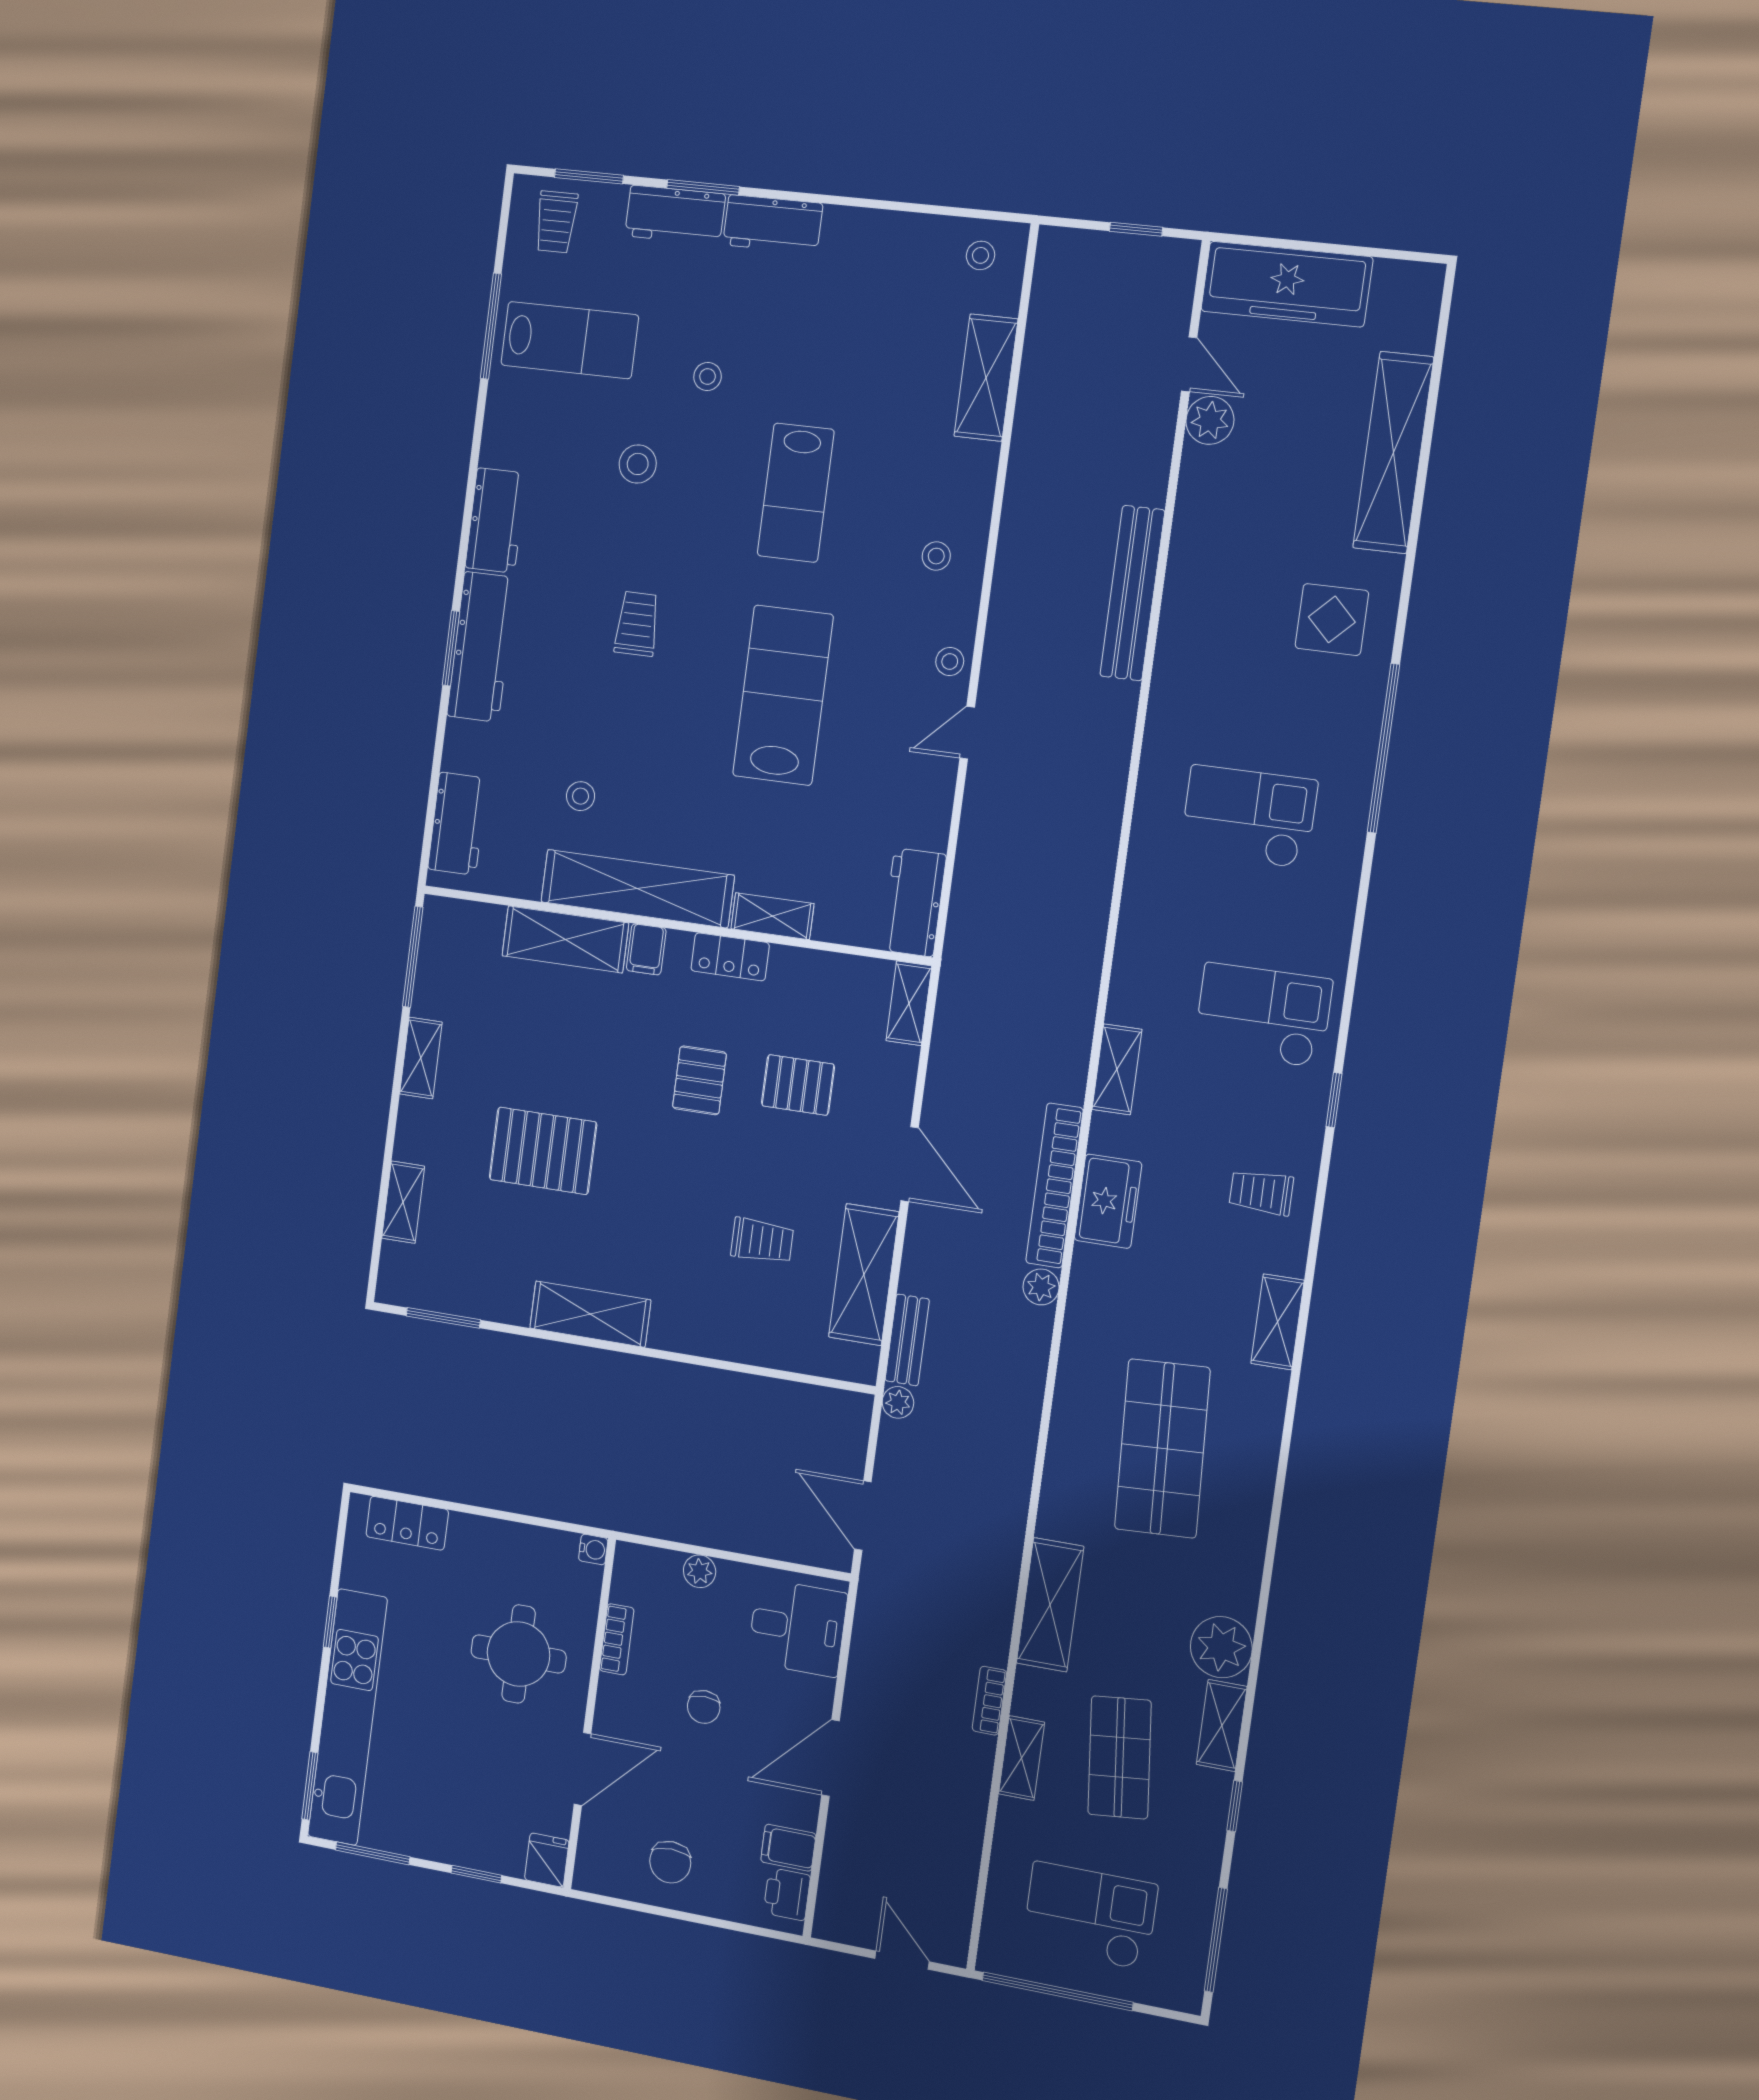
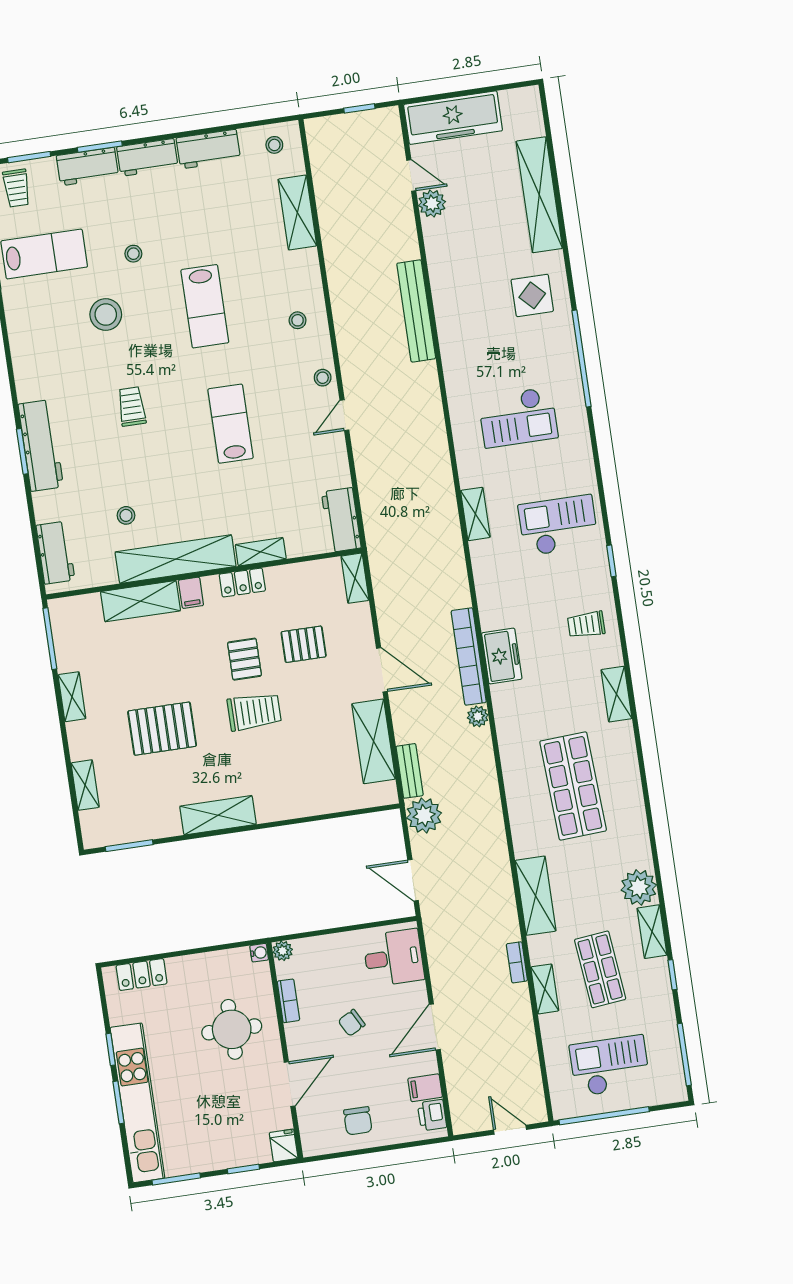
stool: (638, 464) -> (106, 315), width x1.38, depth x1.38
workbench: (496, 520) -> (208, 149), moved, turned 90
lab bench: (783, 695) -> (230, 424), width x0.73, depth x0.72
checkout: (1249, 817) -> (518, 417), turned 180
shelving: (1117, 1069) -> (475, 514), moved
trolley: (762, 1241) -> (254, 712), moved, width x1.36, depth x1.39
plant: (898, 1402) -> (424, 816), width x1.88, depth x1.88
plant: (700, 1571) -> (283, 951), moved
chair: (704, 1707) -> (352, 1023), turned 62
window: (310, 1786) -> (118, 1102), moved

